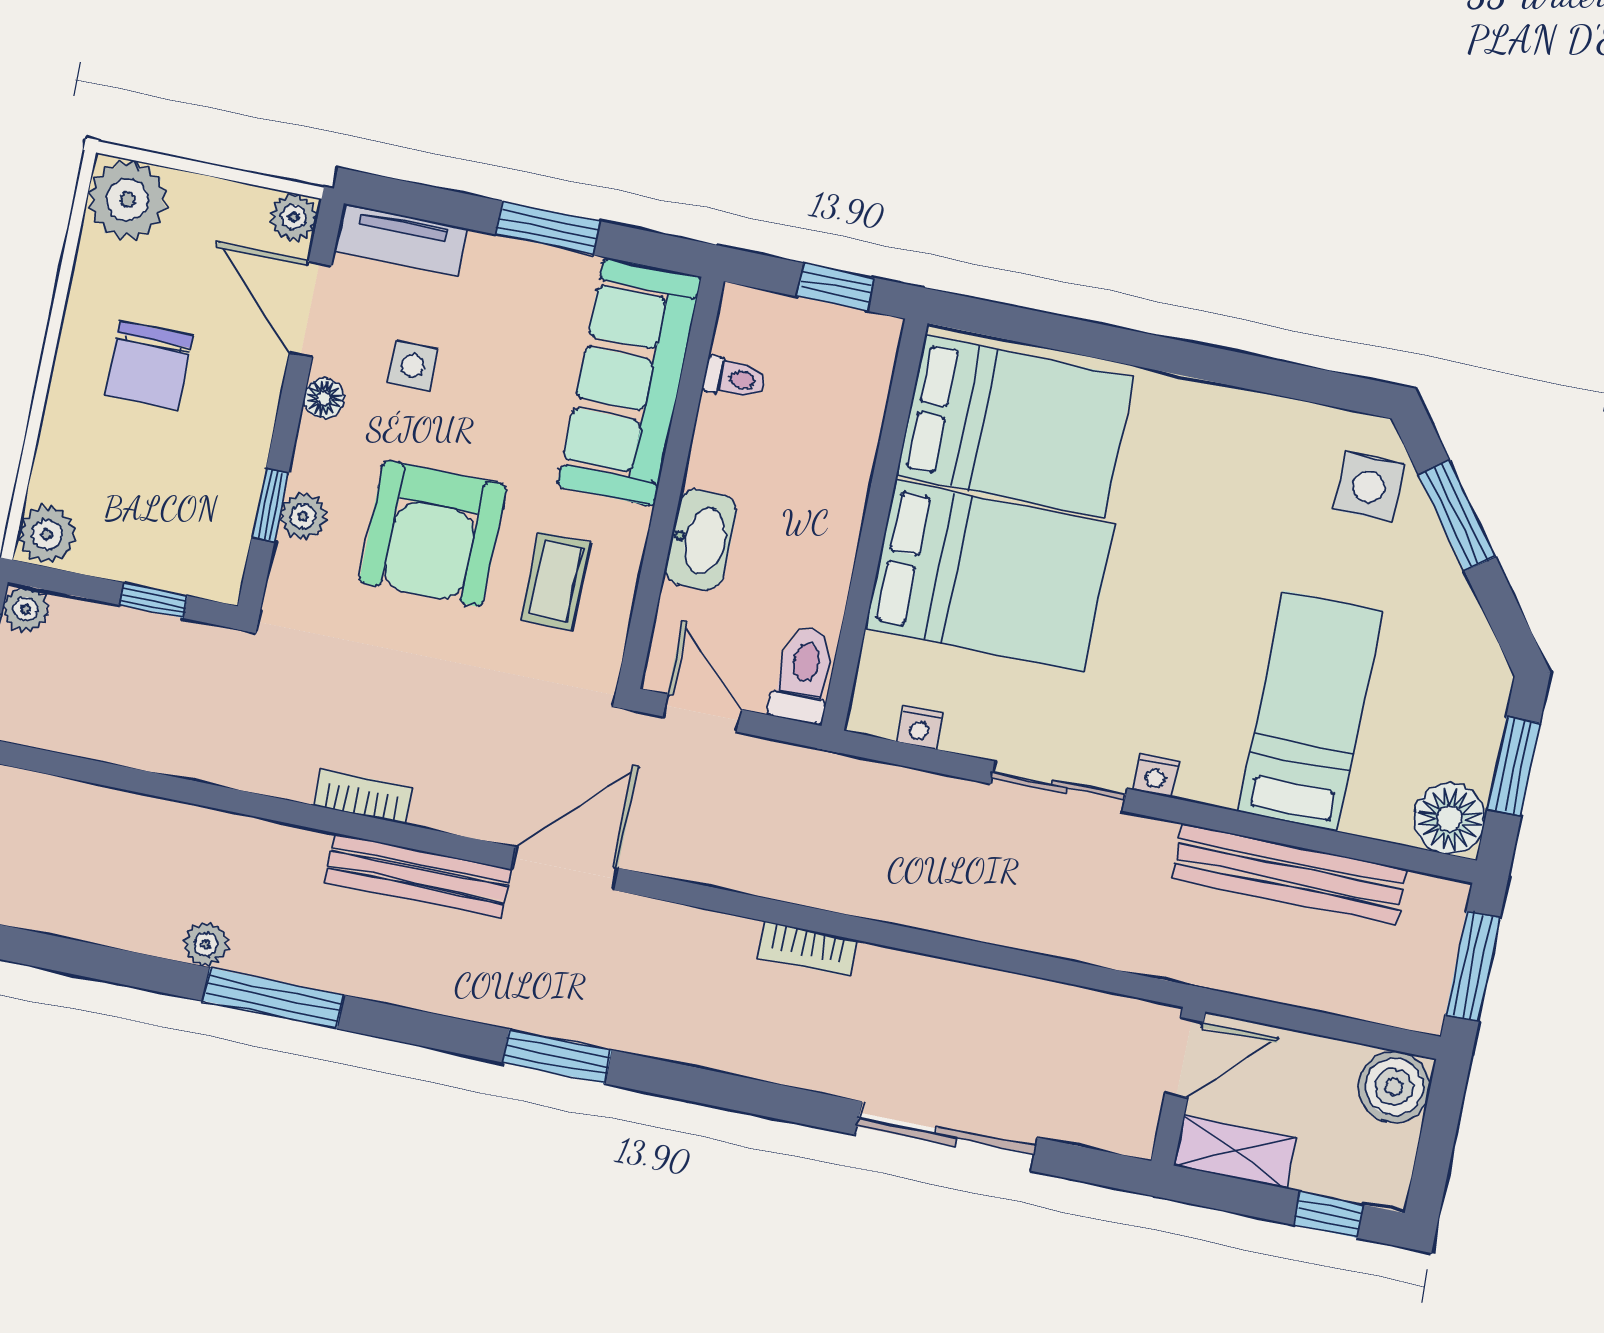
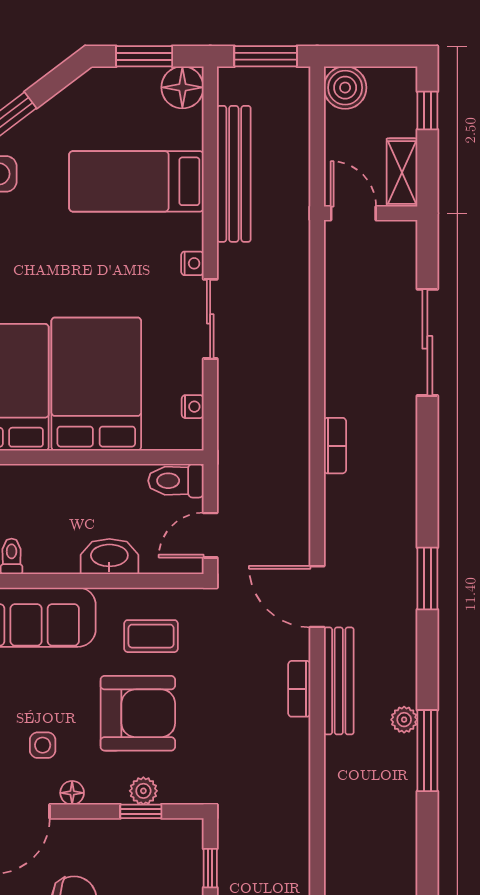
bookcase: (363, 796) -> (299, 689), moved
plant: (206, 944) -> (404, 720), moved

